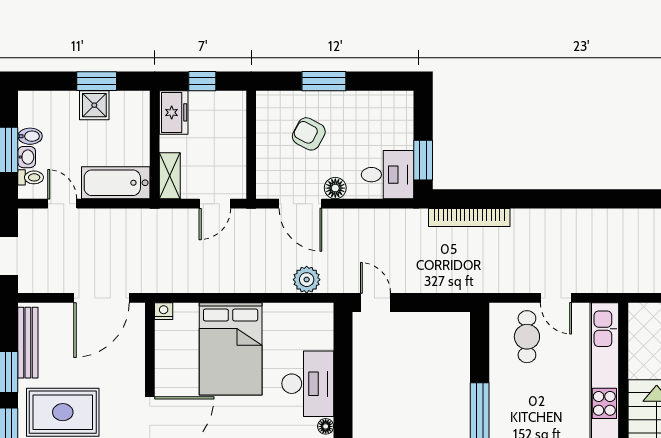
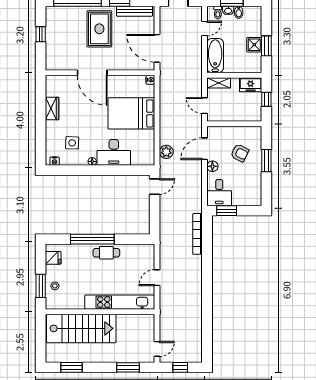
armchair: (309, 134) -> (240, 153), turned 89
cafe table: (527, 337) -> (106, 253), moved

